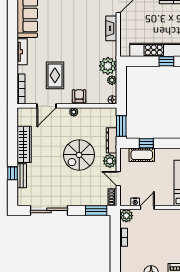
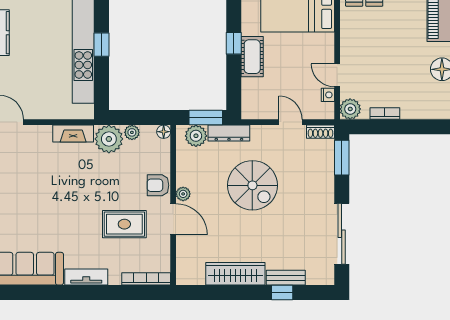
fireplace: (111, 28) -> (73, 134), moved
door: (46, 106) -> (173, 219), moved
window: (146, 143) -> (234, 43), moved
cot: (142, 155) -> (252, 57), moved
plant: (110, 161) -> (196, 136), moved
door: (118, 179) -> (290, 122), swing flipped

